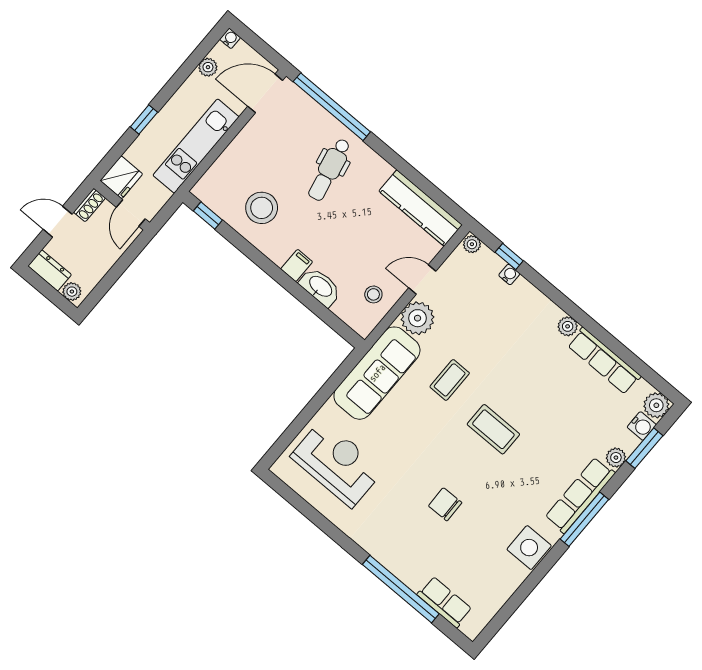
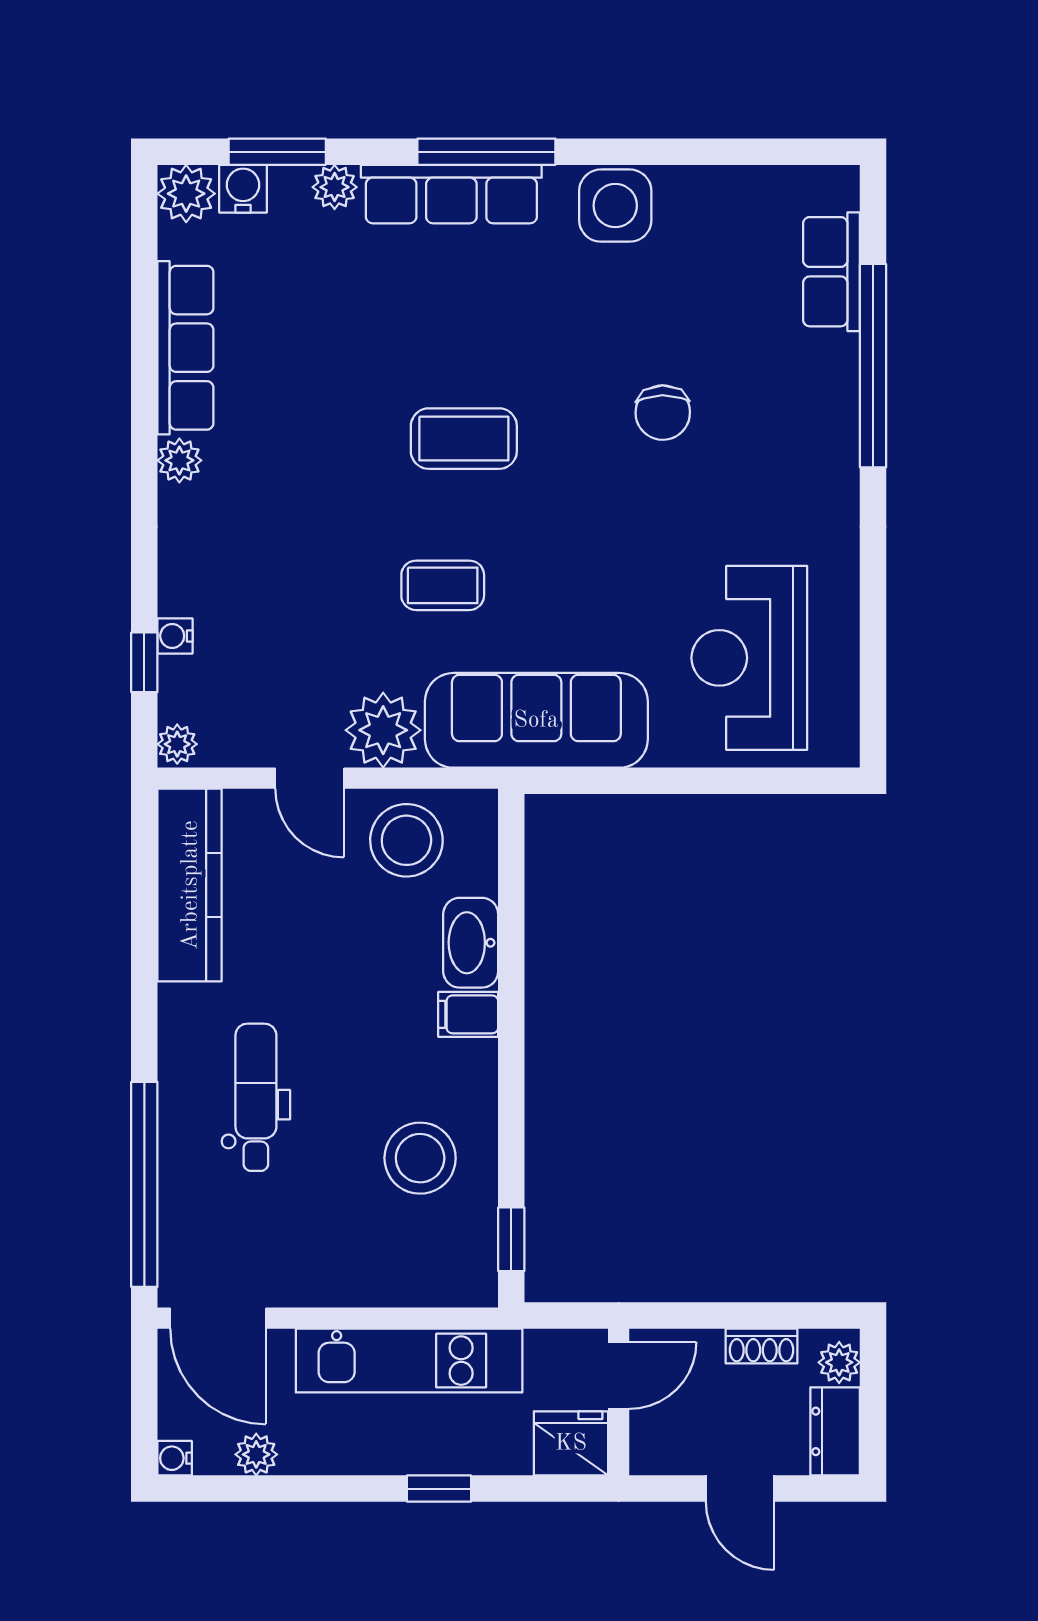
dental chair: (329, 170) -> (256, 1097), turned -78
shoe rack: (89, 205) -> (762, 1346), moved, turned 180
stool: (373, 294) -> (406, 840), width x1.89, depth x1.89
coffee table: (493, 429) -> (464, 439), turned 90

